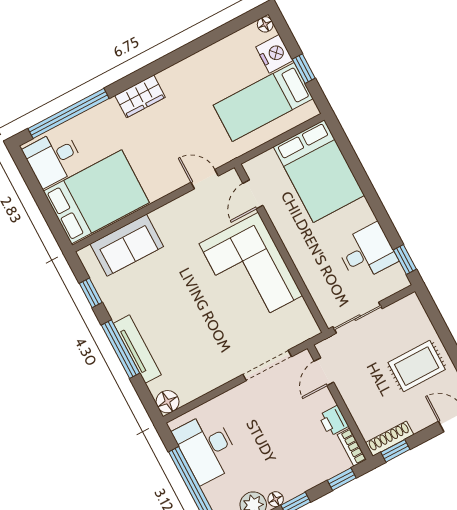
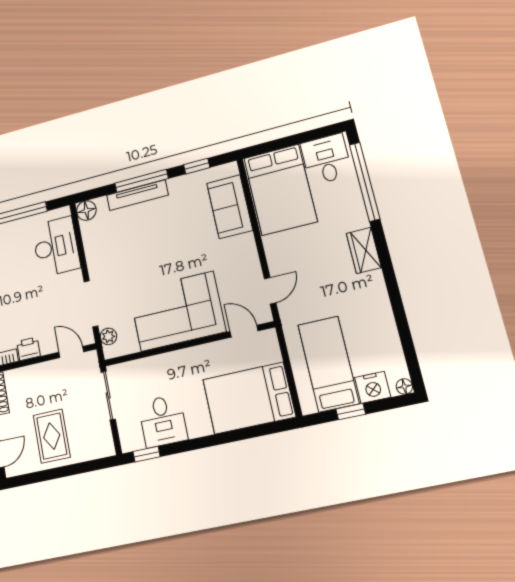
plant: (296, 336) -> (108, 336), added
desk: (207, 448) -> (56, 247), moved, turned 90

